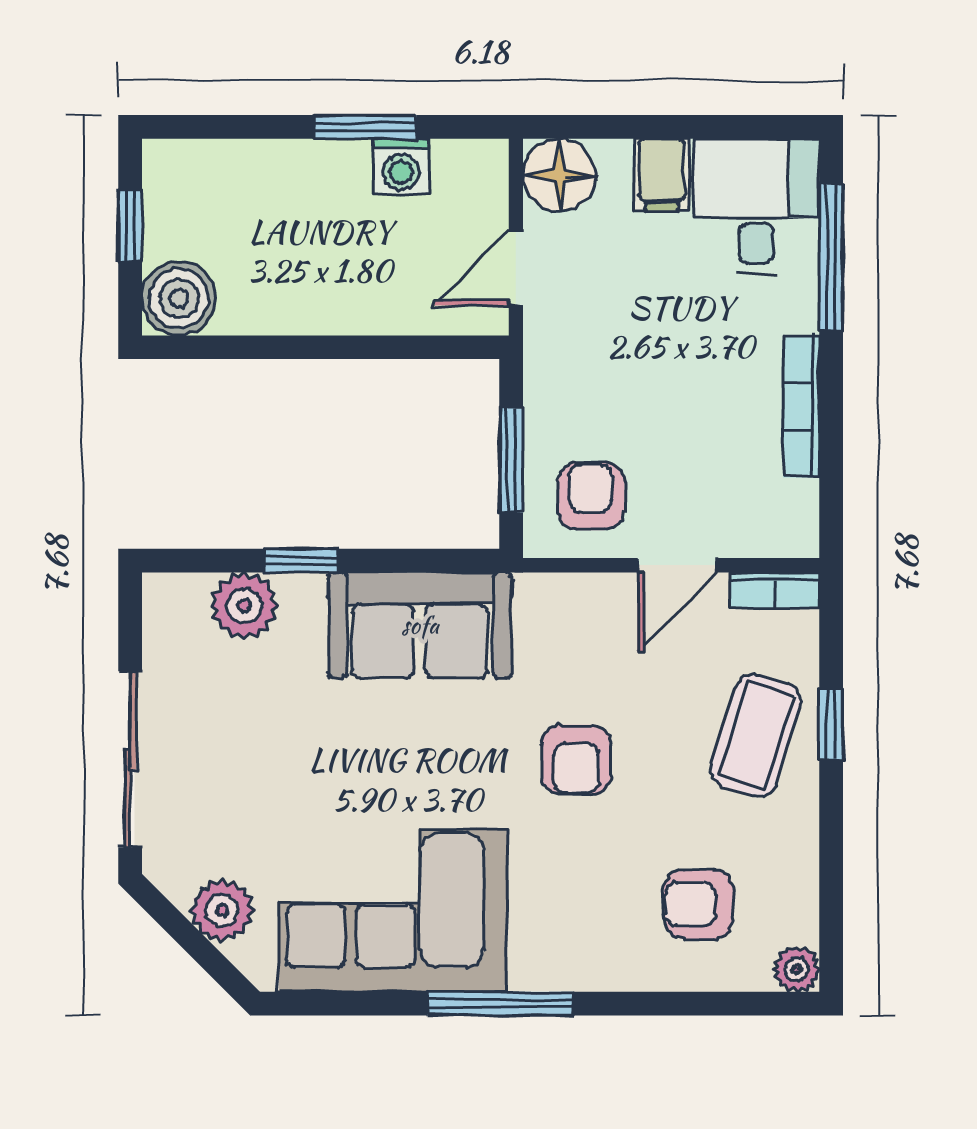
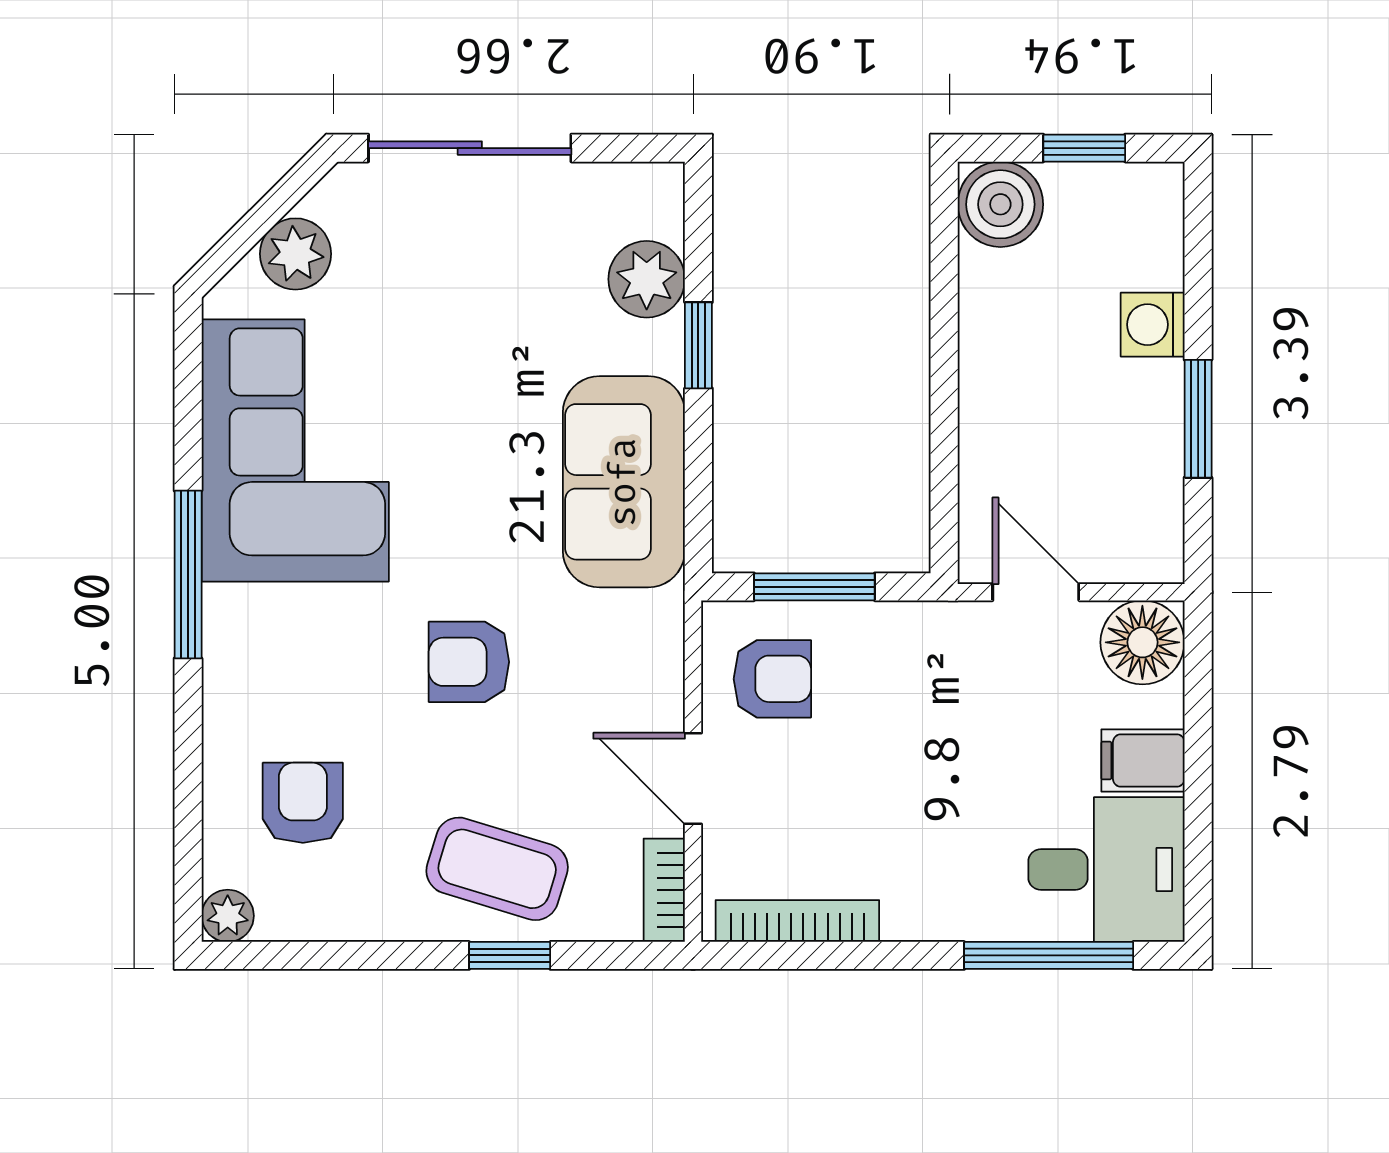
washing machine: (401, 166) -> (1153, 325), moved
bookcase: (801, 406) -> (797, 921), moved

